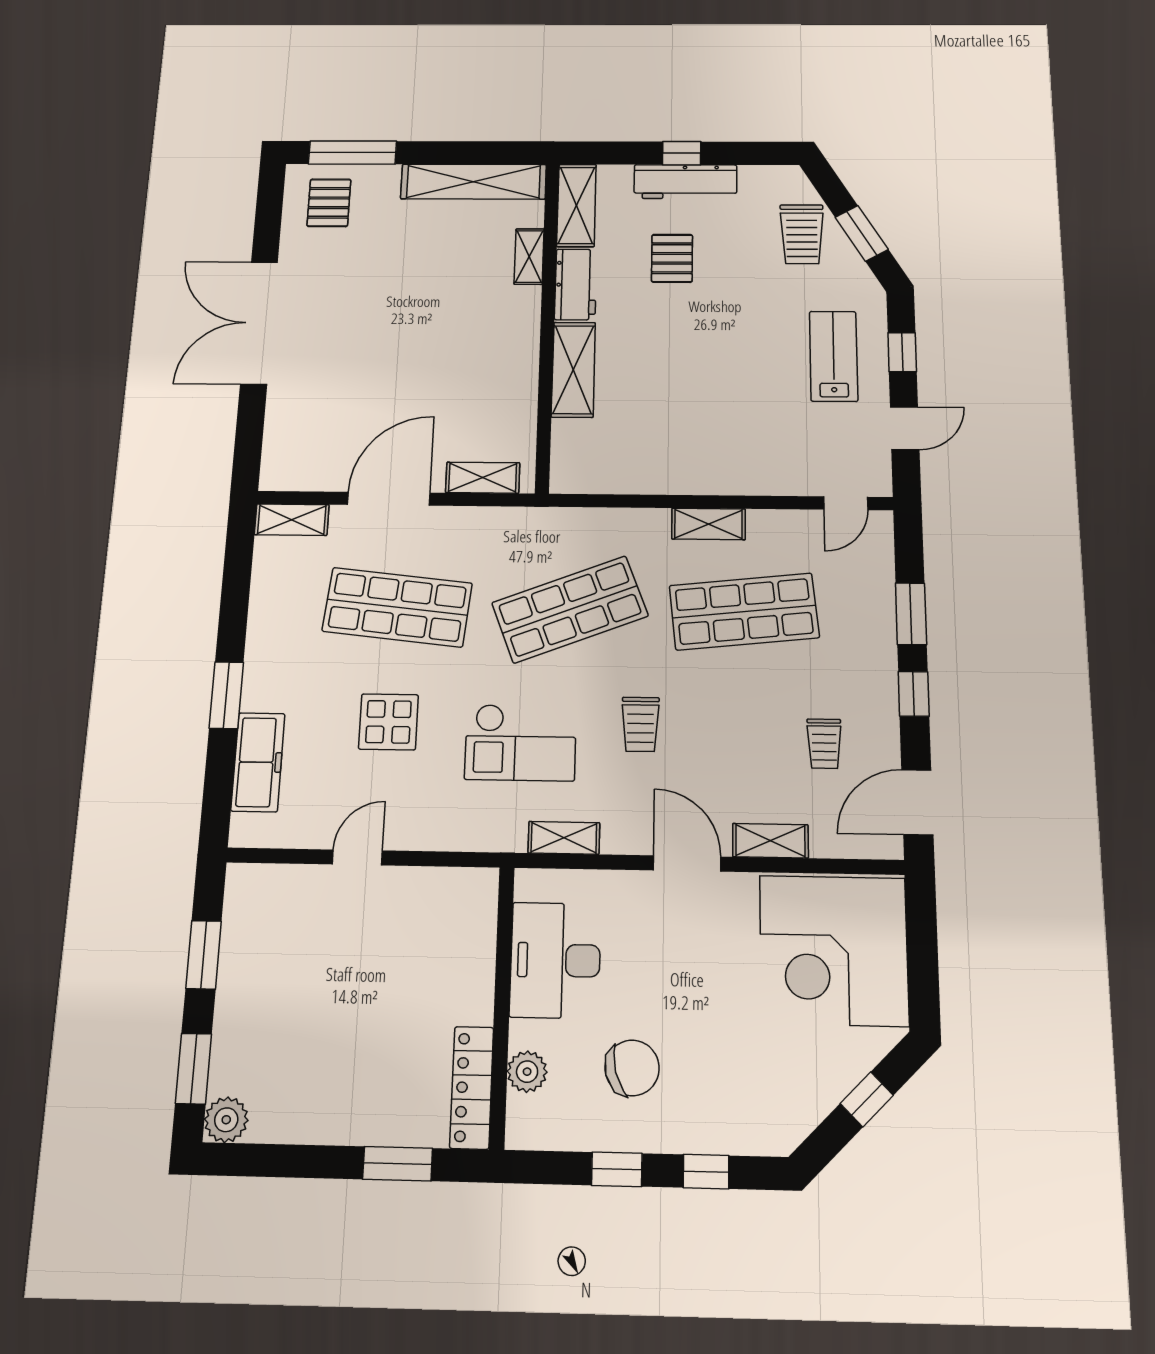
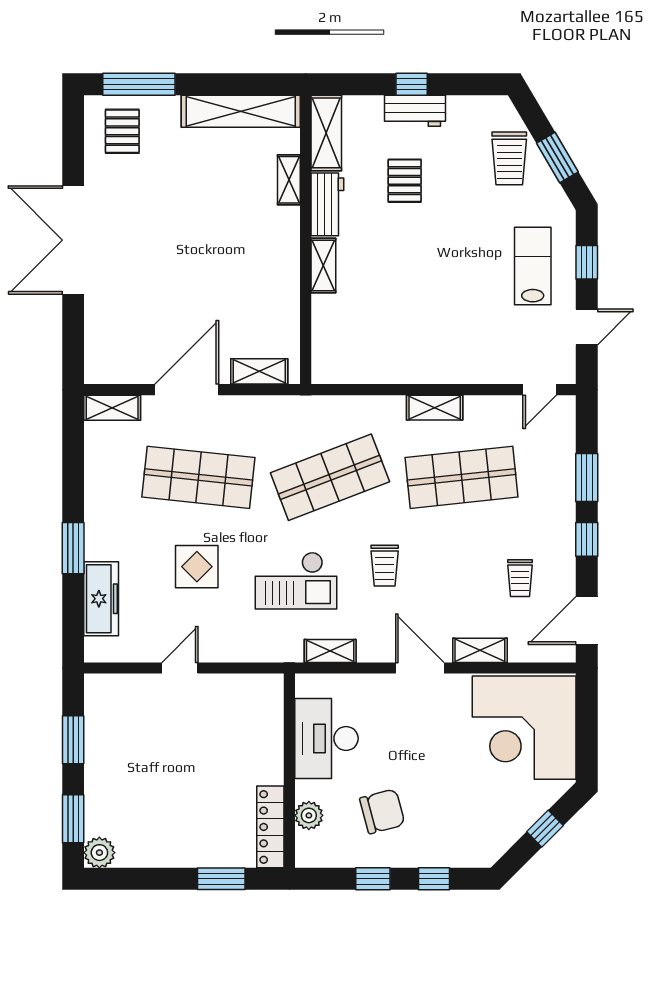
workbench: (685, 182) -> (415, 111), width x0.73
shelving: (573, 370) -> (323, 266), width x0.67, depth x0.75

